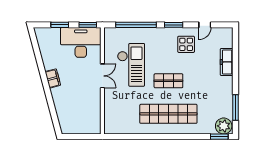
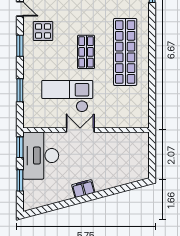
window: (136, 25) -> (20, 90), width x0.47

